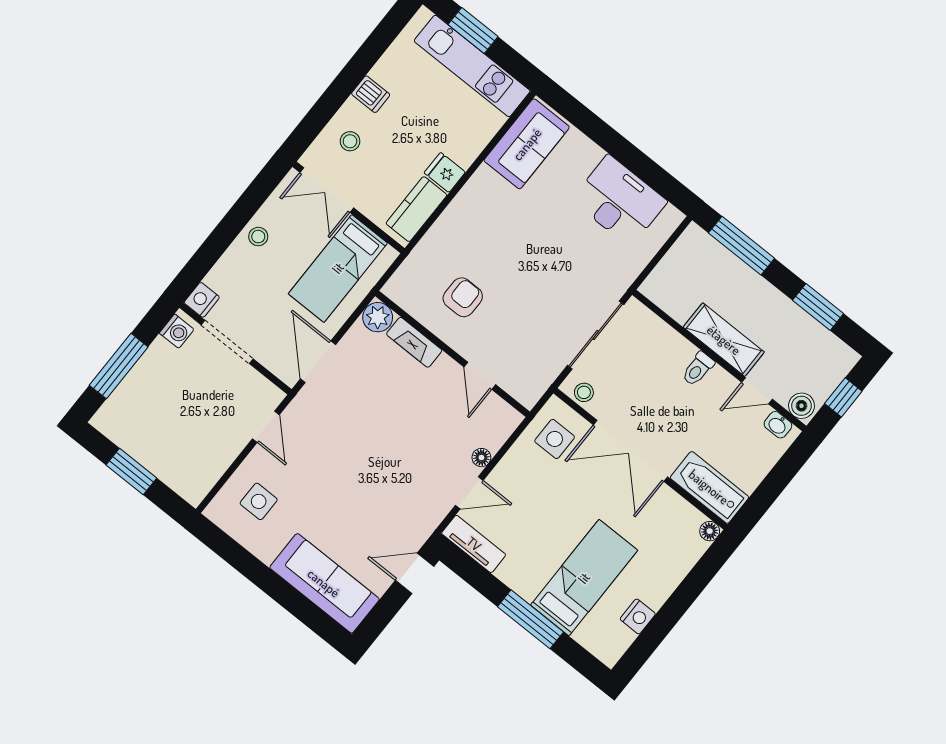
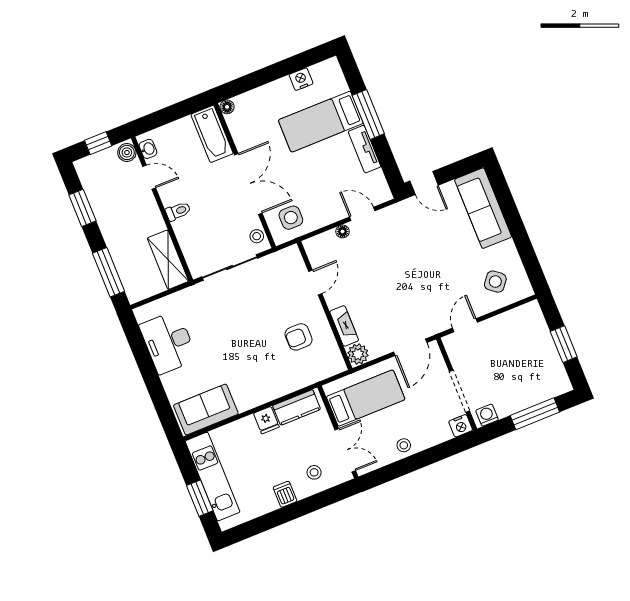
shelving: (724, 340) -> (168, 260), moved
side table: (259, 501) -> (495, 282), turned 38
tv unit: (474, 544) -> (365, 149), moved

